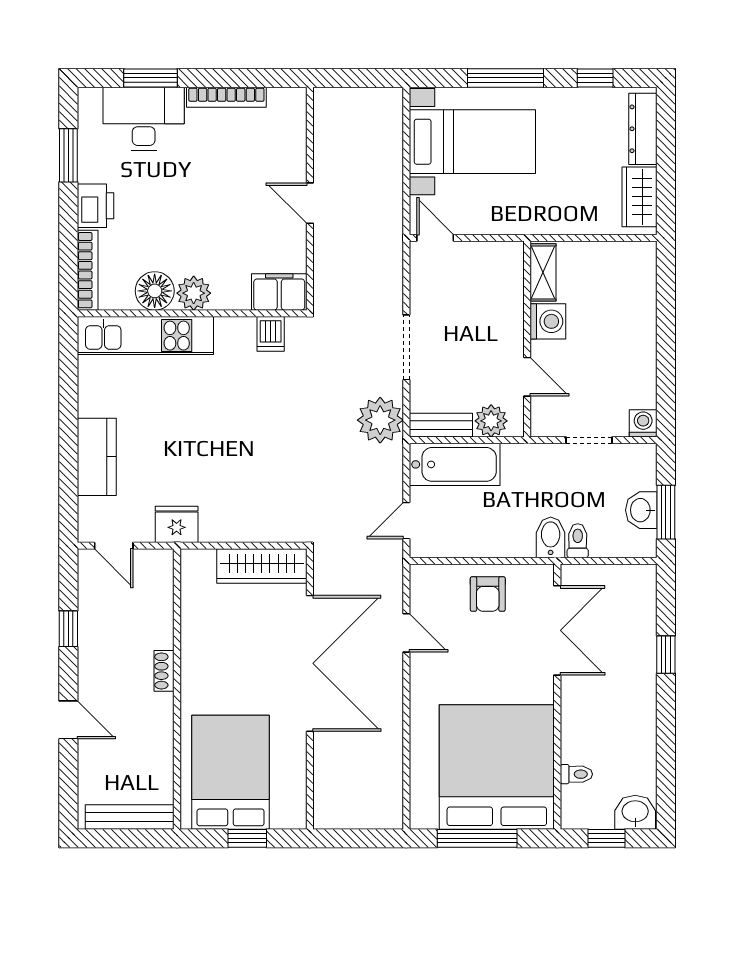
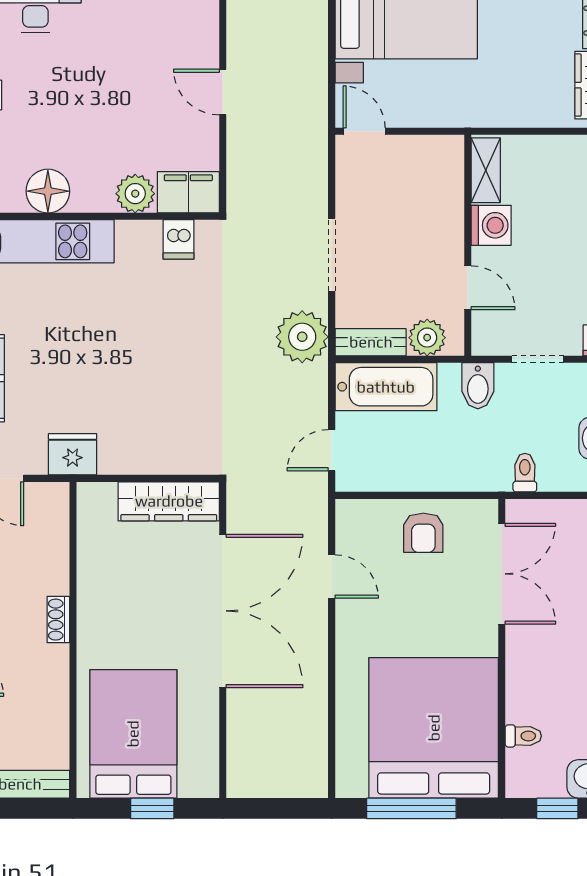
plant: (194, 293) -> (135, 194), moved
bidet: (551, 537) -> (478, 386), moved, turned 180

